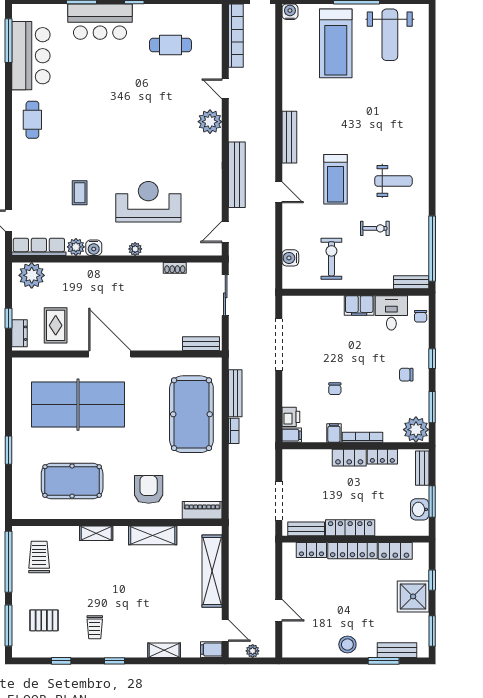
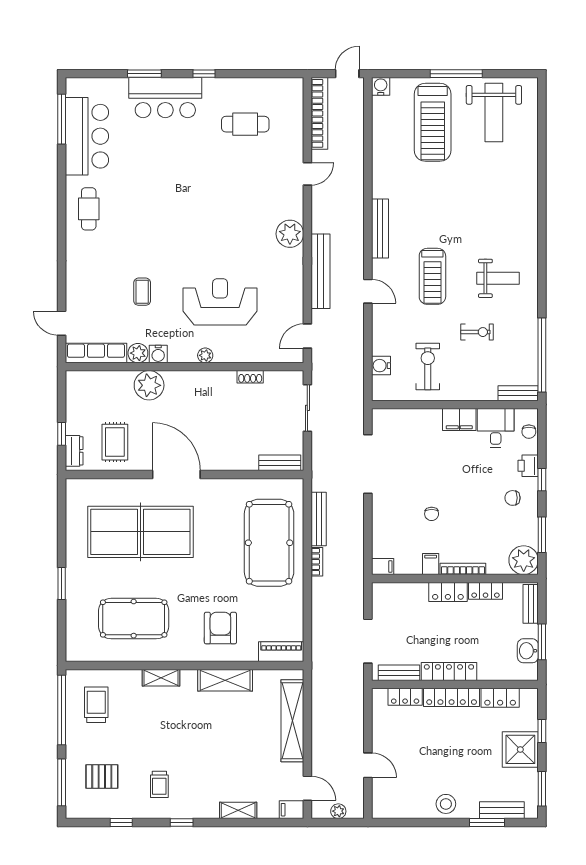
door: (225, 89) -> (307, 174), swing flipped
plant: (210, 122) -> (290, 234), moved
plant: (32, 275) -> (149, 385), moved
printer: (291, 417) -> (528, 466), moved, turned 180

